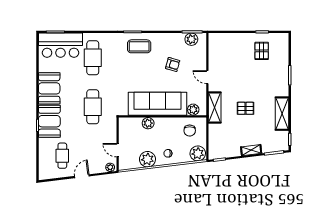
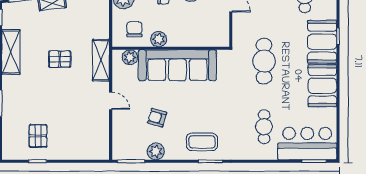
plant: (191, 39) -> (156, 151), moved
cafe table: (93, 58) -> (264, 127), width x0.73, depth x0.74
plant: (148, 123) -> (159, 39), moved

